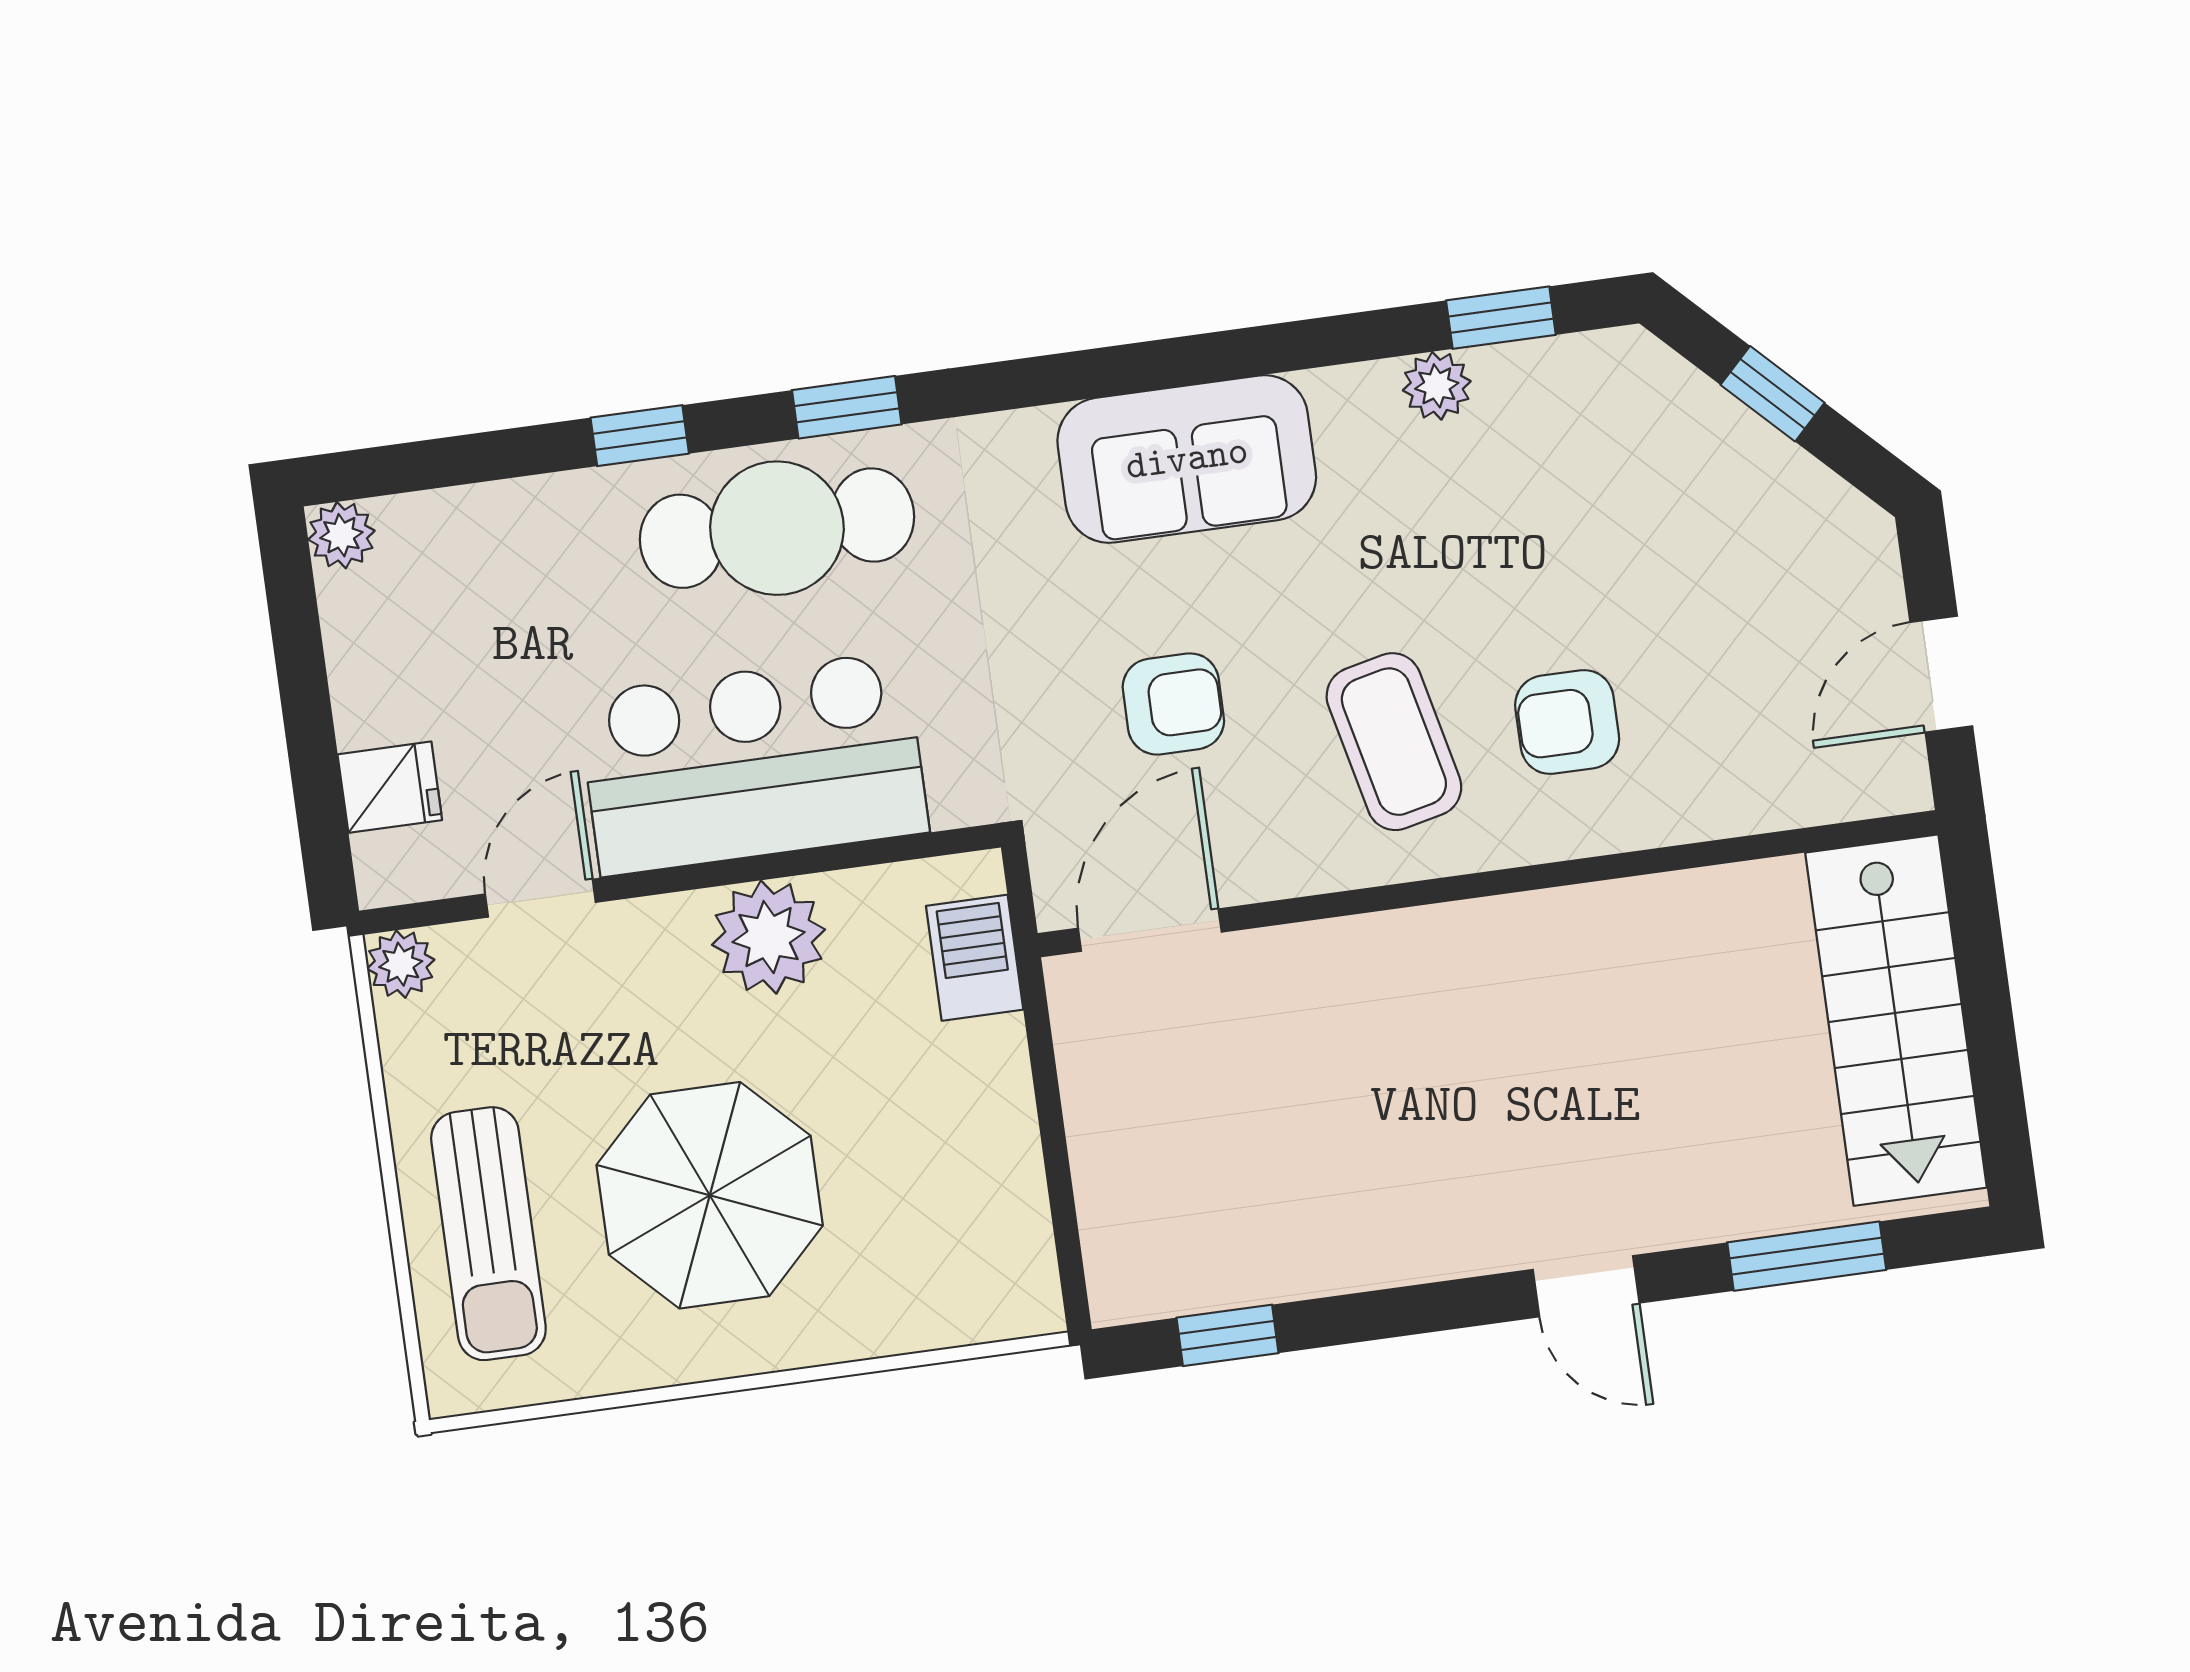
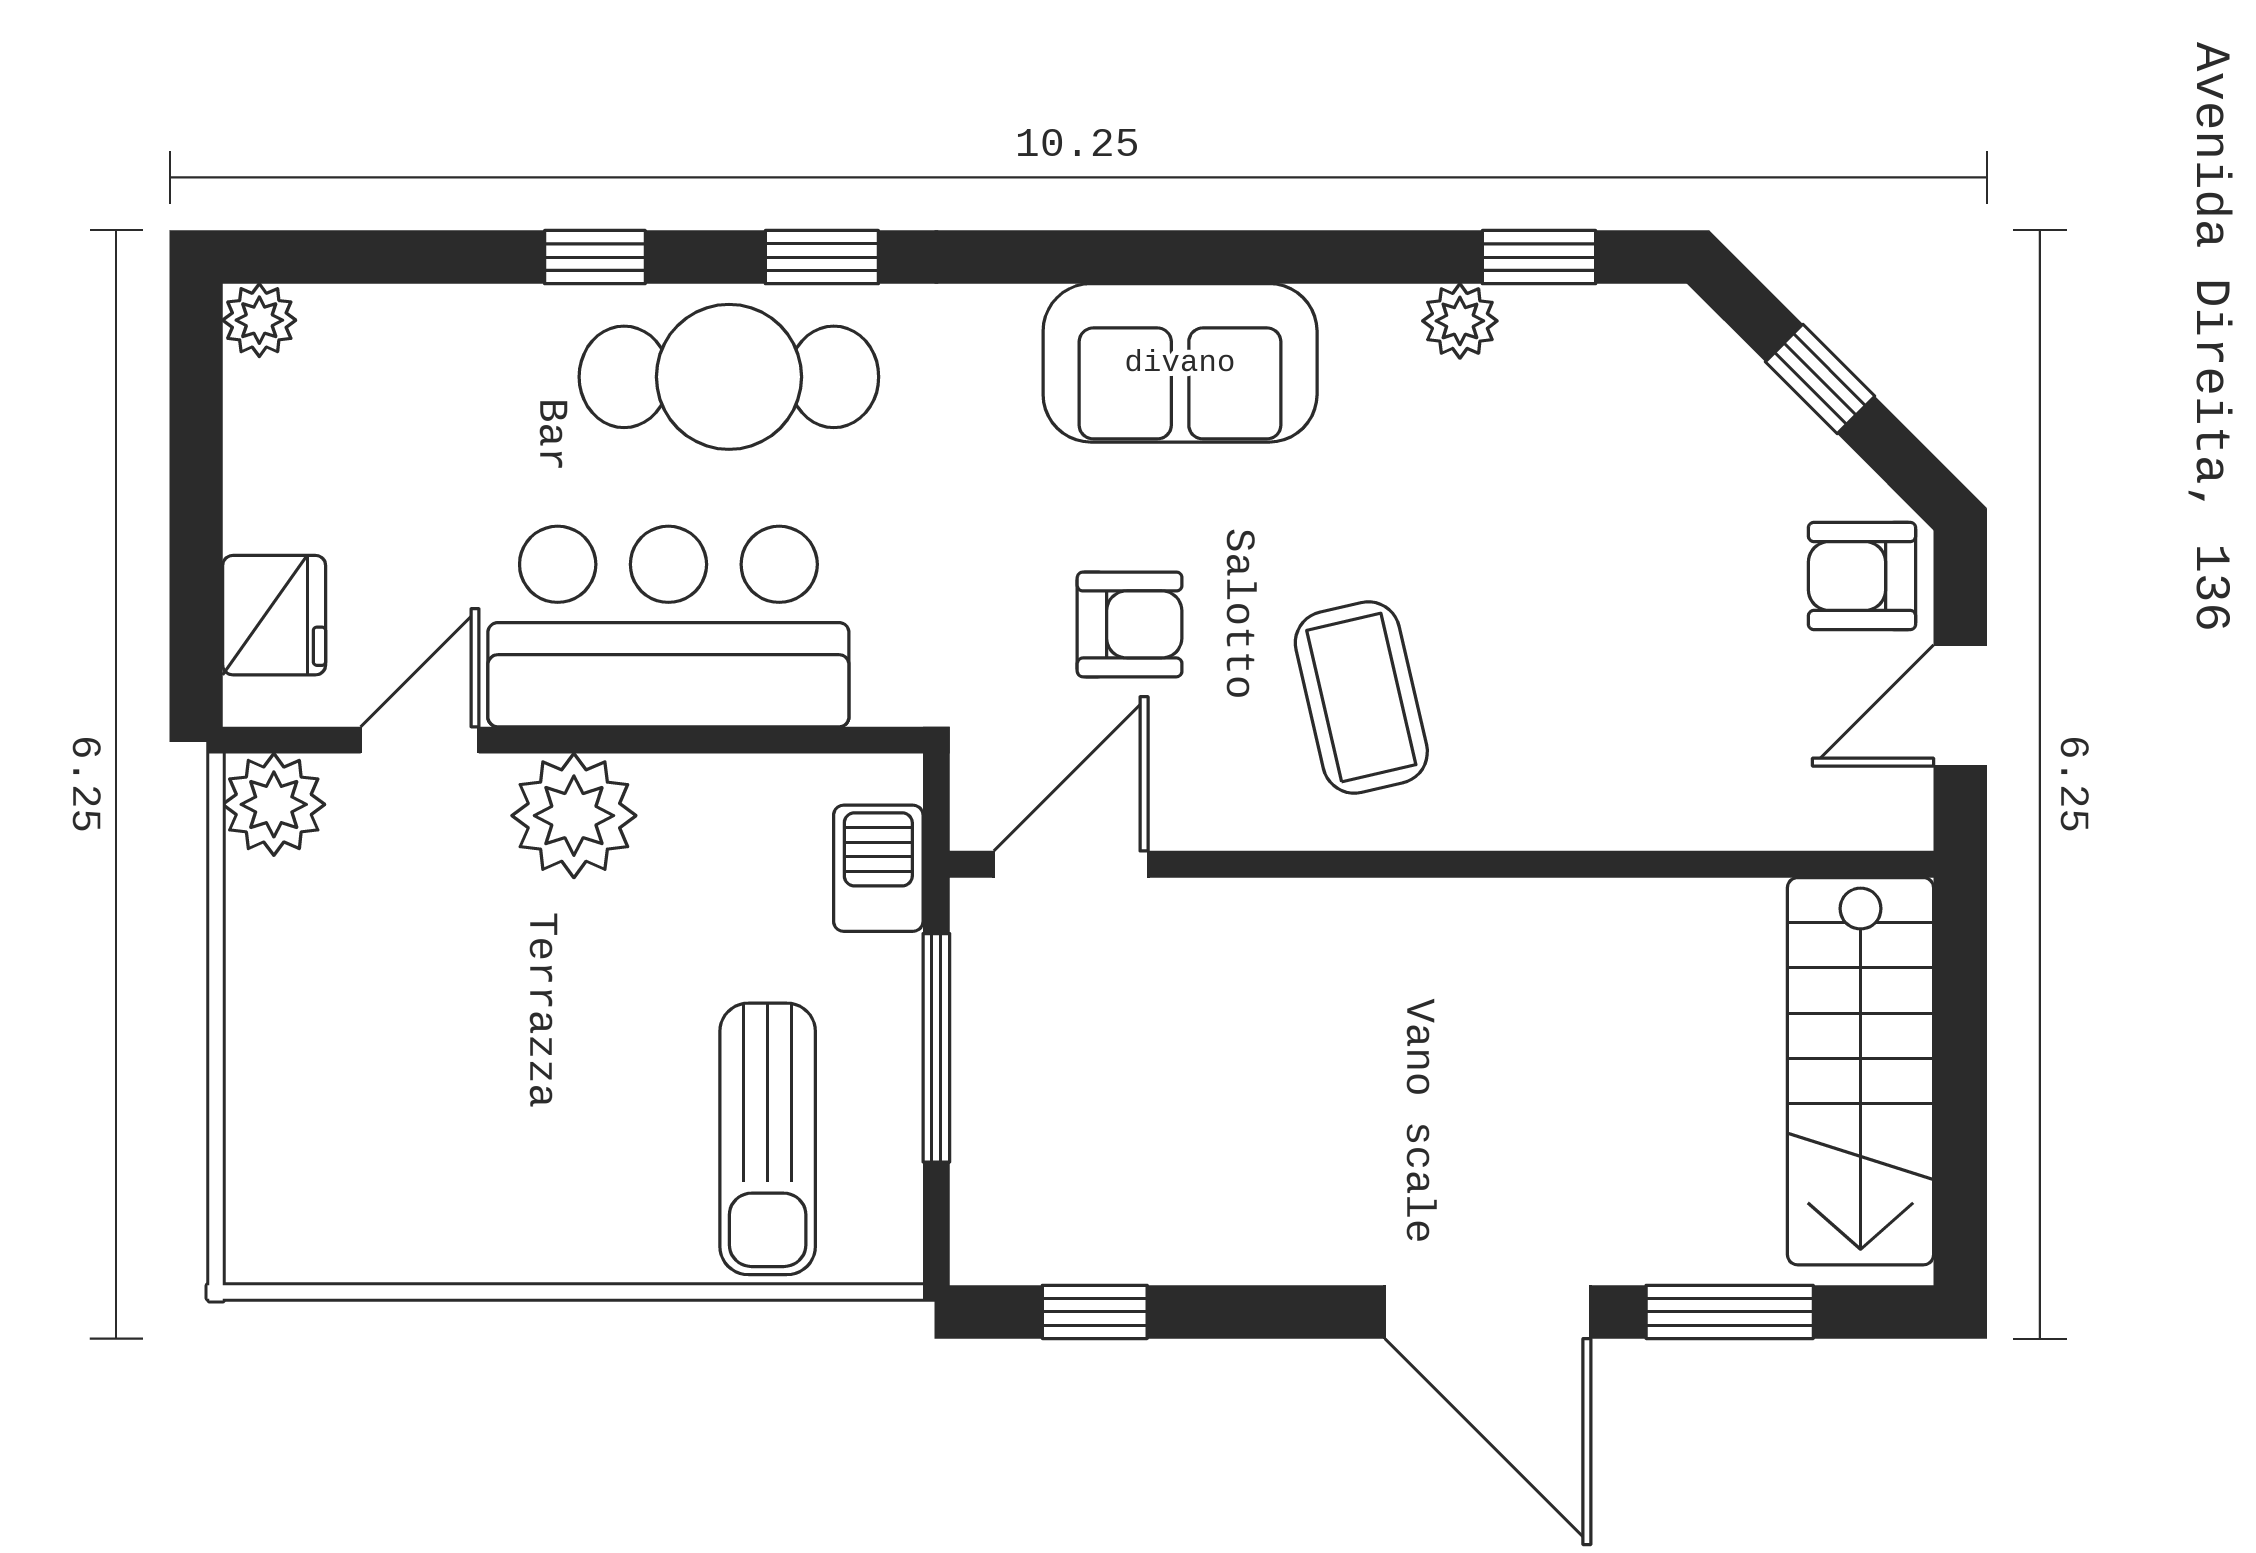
armchair: (1567, 722) -> (1862, 576), moved
fridge: (390, 787) -> (274, 615), width x1.38
plant: (769, 937) -> (574, 816), moved
plant: (401, 964) -> (274, 804), width x1.38, depth x1.38
window: (1050, 1114) -> (936, 1048), added
parasol: (710, 1195) -> (558, 1085), removed
sun lounger: (488, 1234) -> (768, 1139), moved
door: (1586, 1286) -> (1488, 1312), width x1.87

